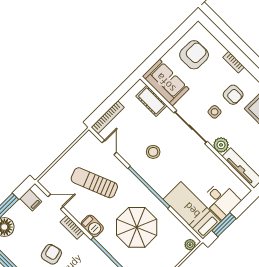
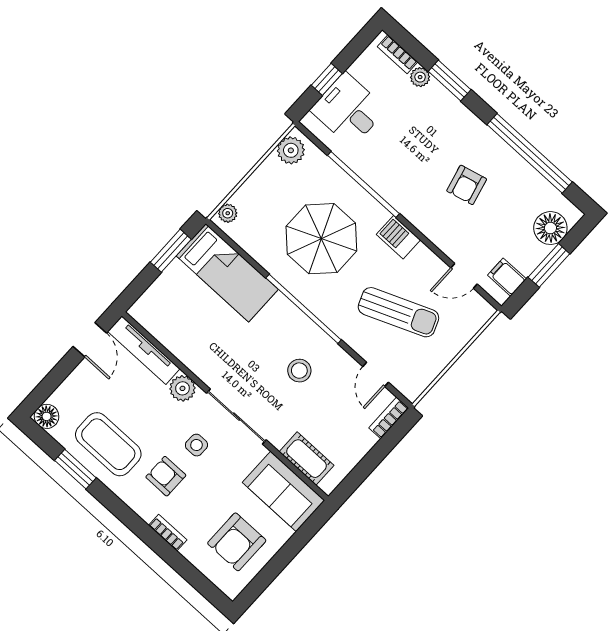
bookcase: (108, 117) -> (389, 418), width x0.64
desk: (221, 200) -> (178, 293), removed
bookcase: (72, 227) -> (433, 233), removed

